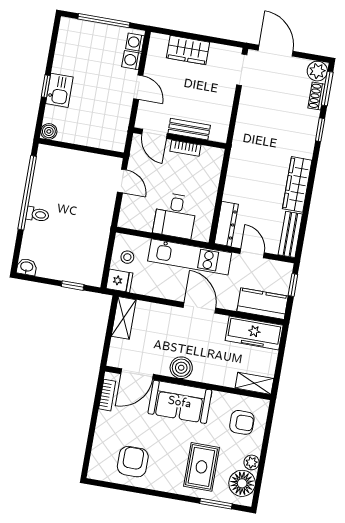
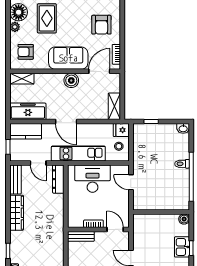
bench: (189, 129) -> (81, 236), moved
door: (122, 181) -> (131, 182), moved
desk: (175, 216) -> (93, 179), width x1.37
armchair: (133, 462) -> (101, 25), moved

